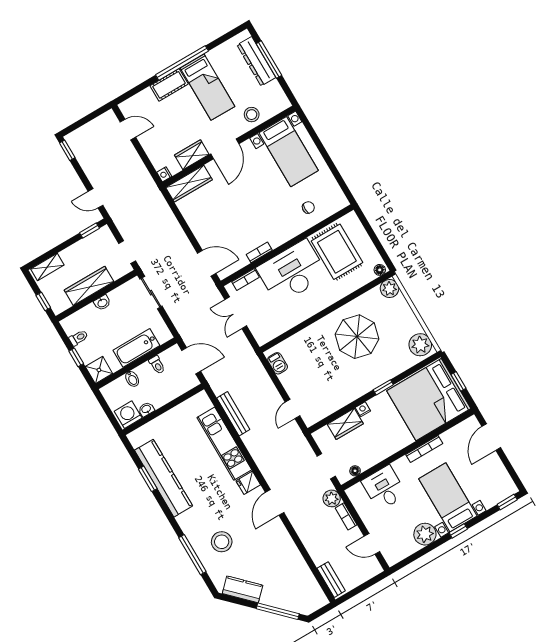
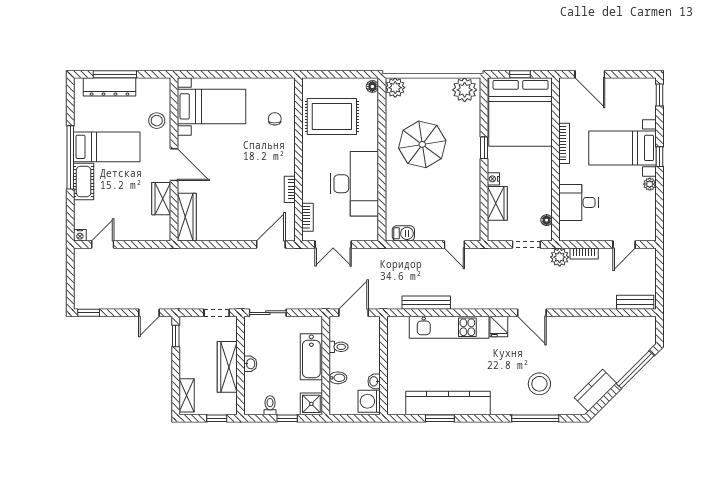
nightstand: (164, 174) -> (80, 235), moved
desk: (292, 272) -> (354, 184), moved, turned 180
plant: (425, 534) -> (650, 184), width x0.53, depth x0.53

